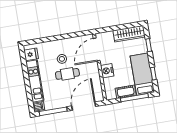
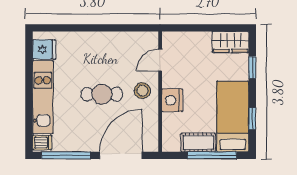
wardrobe: (129, 34) -> (230, 42), width x0.67
door: (97, 49) -> (160, 60), width x0.53
stool: (62, 59) -> (142, 91), moved

